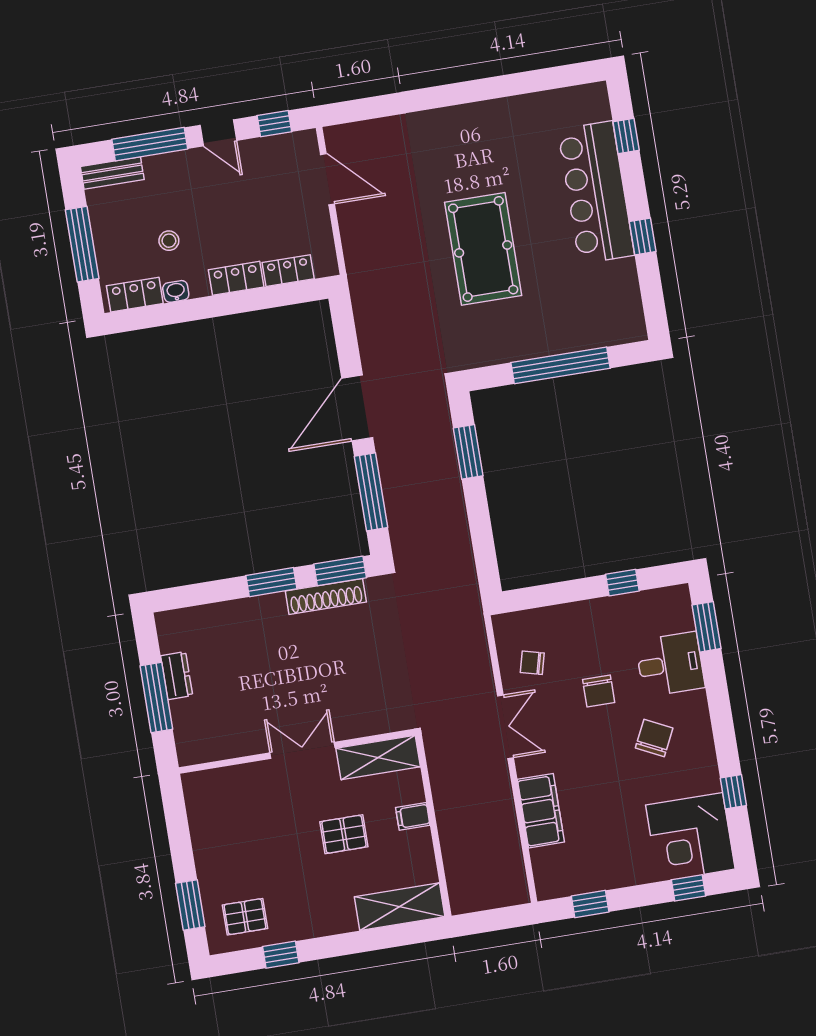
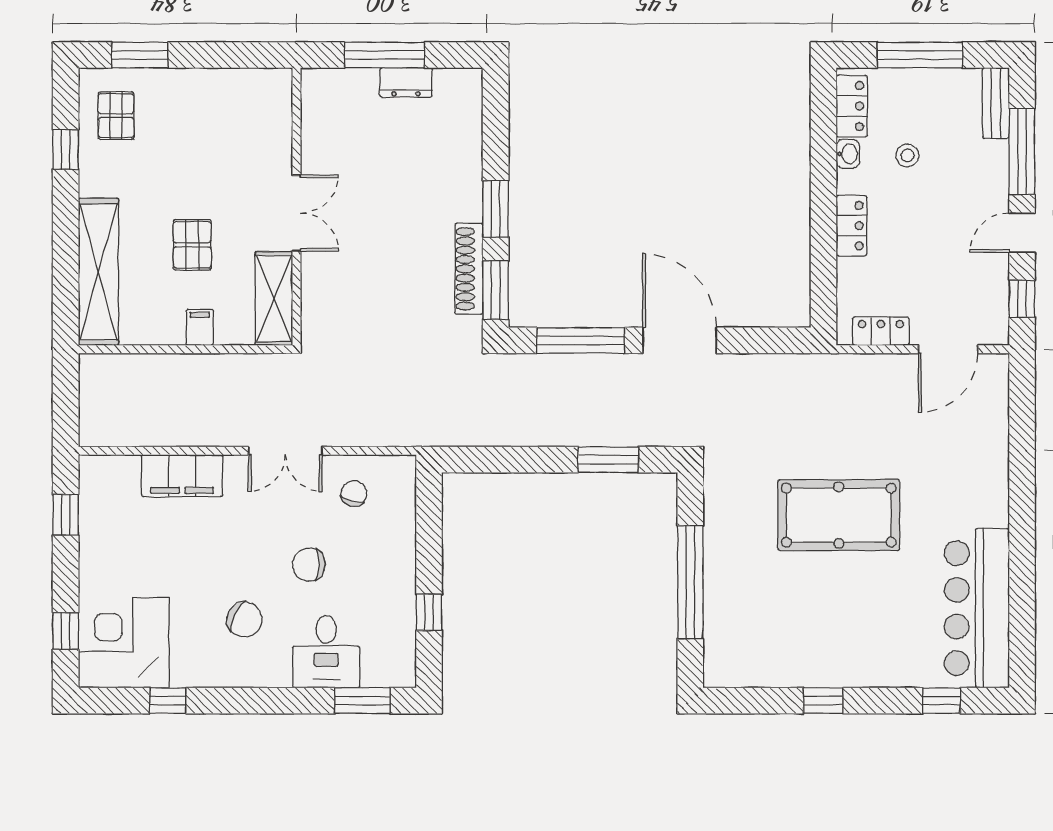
bar counter: (596, 192) -> (977, 608), moved, turned -90
locker: (288, 271) -> (881, 331), moved, turned -90
shelving: (400, 907) -> (98, 272), width x1.47

